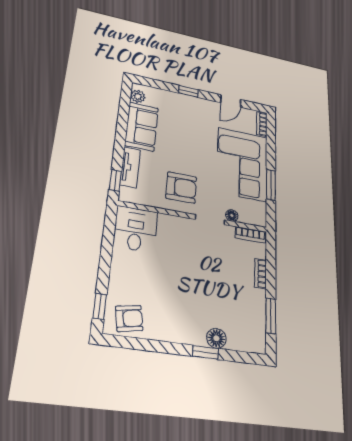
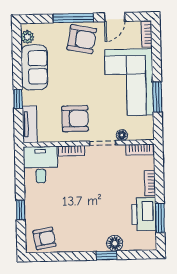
window: (189, 91) -> (73, 18), width x2.17
armchair: (196, 112) -> (82, 39), added
tv unit: (130, 167) -> (30, 124), moved
window: (115, 180) -> (18, 99), moved
bookcase: (174, 221) -> (71, 151), added
window: (100, 306) -> (21, 210), moved
printer: (253, 308) -> (144, 214), added

